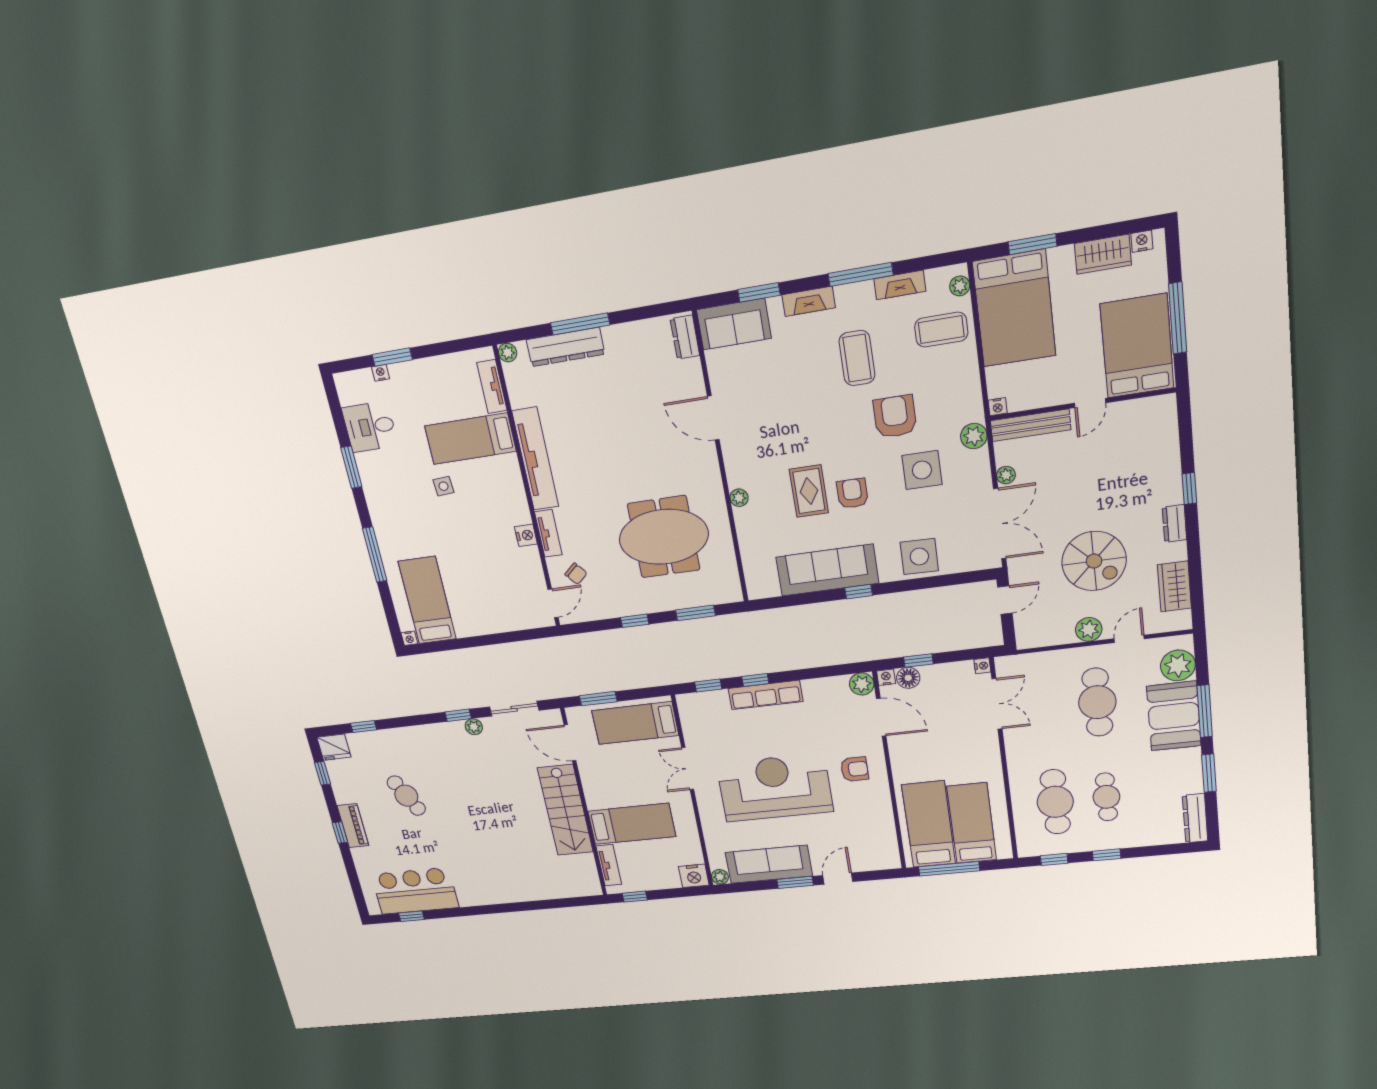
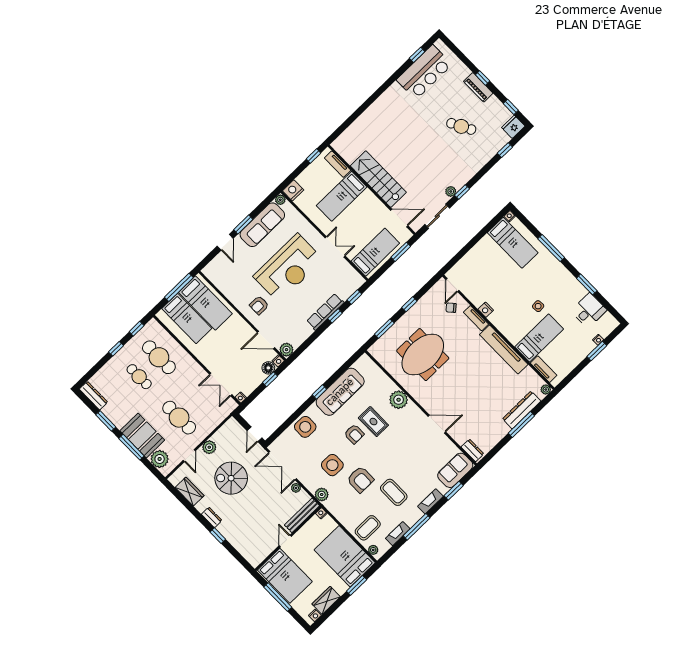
plant: (739, 498) -> (399, 400), width x1.87, depth x1.87

